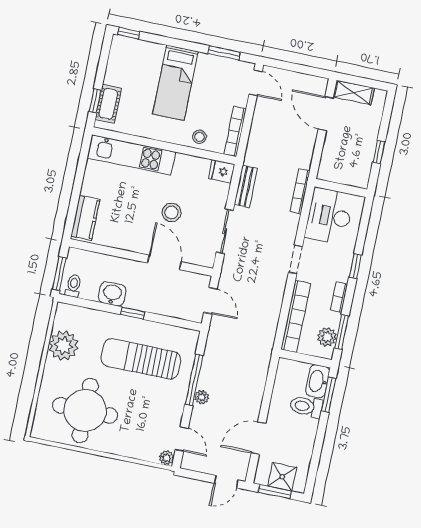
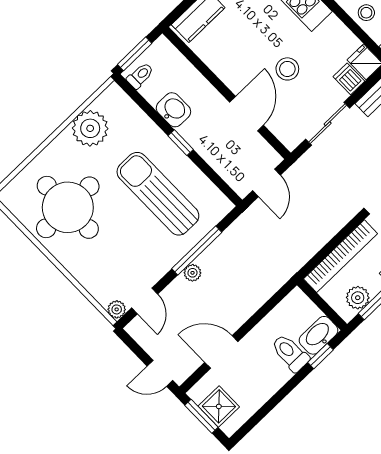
dishwasher: (219, 191) -> (349, 79), added
window: (329, 395) -> (320, 356), width x0.67

